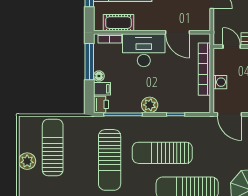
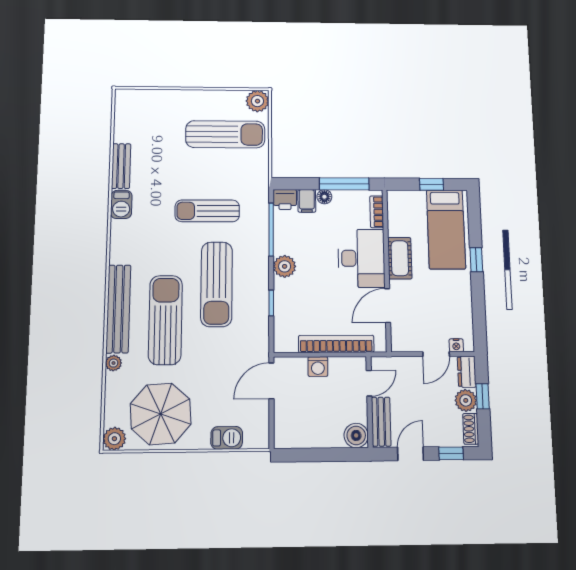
cot: (118, 23) -> (400, 258), moved
sun lounger: (162, 153) -> (217, 284), turned 180
sun lounger: (110, 160) -> (207, 211), width x0.73, depth x0.75
plant: (27, 161) -> (257, 101), moved

